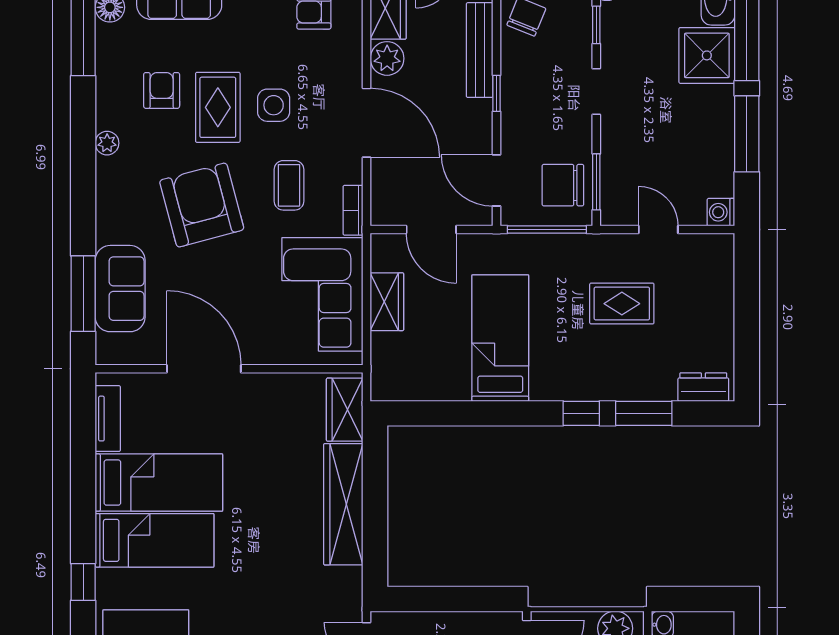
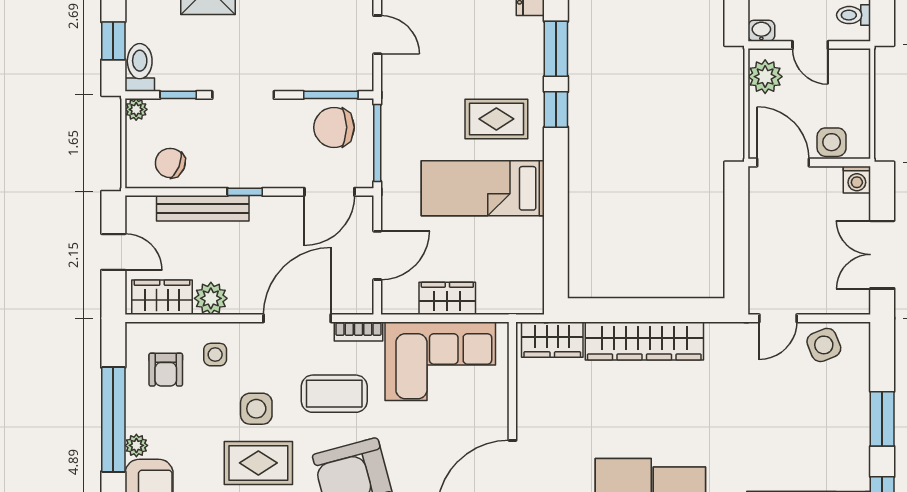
side table: (329, 63) -> (215, 355), added
doorway: (596, 92) -> (243, 95), width x1.38
door: (367, 123) -> (297, 318), moved
coffee table: (289, 185) -> (334, 394), width x1.36, depth x1.30
chair: (563, 185) -> (334, 127), turned 90
door: (658, 230) -> (377, 35), swing flipped
rug: (622, 304) -> (496, 119), moved, turned 90

